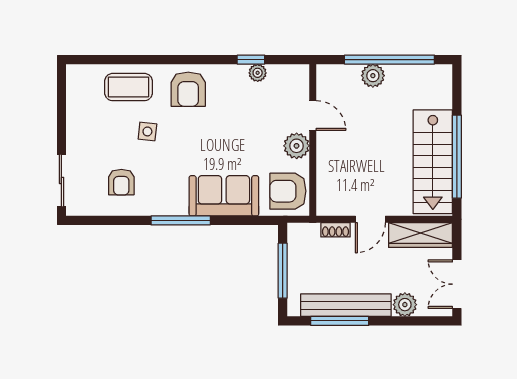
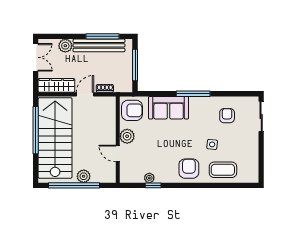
stairs: (433, 162) -> (55, 138), width x1.36, depth x1.51

